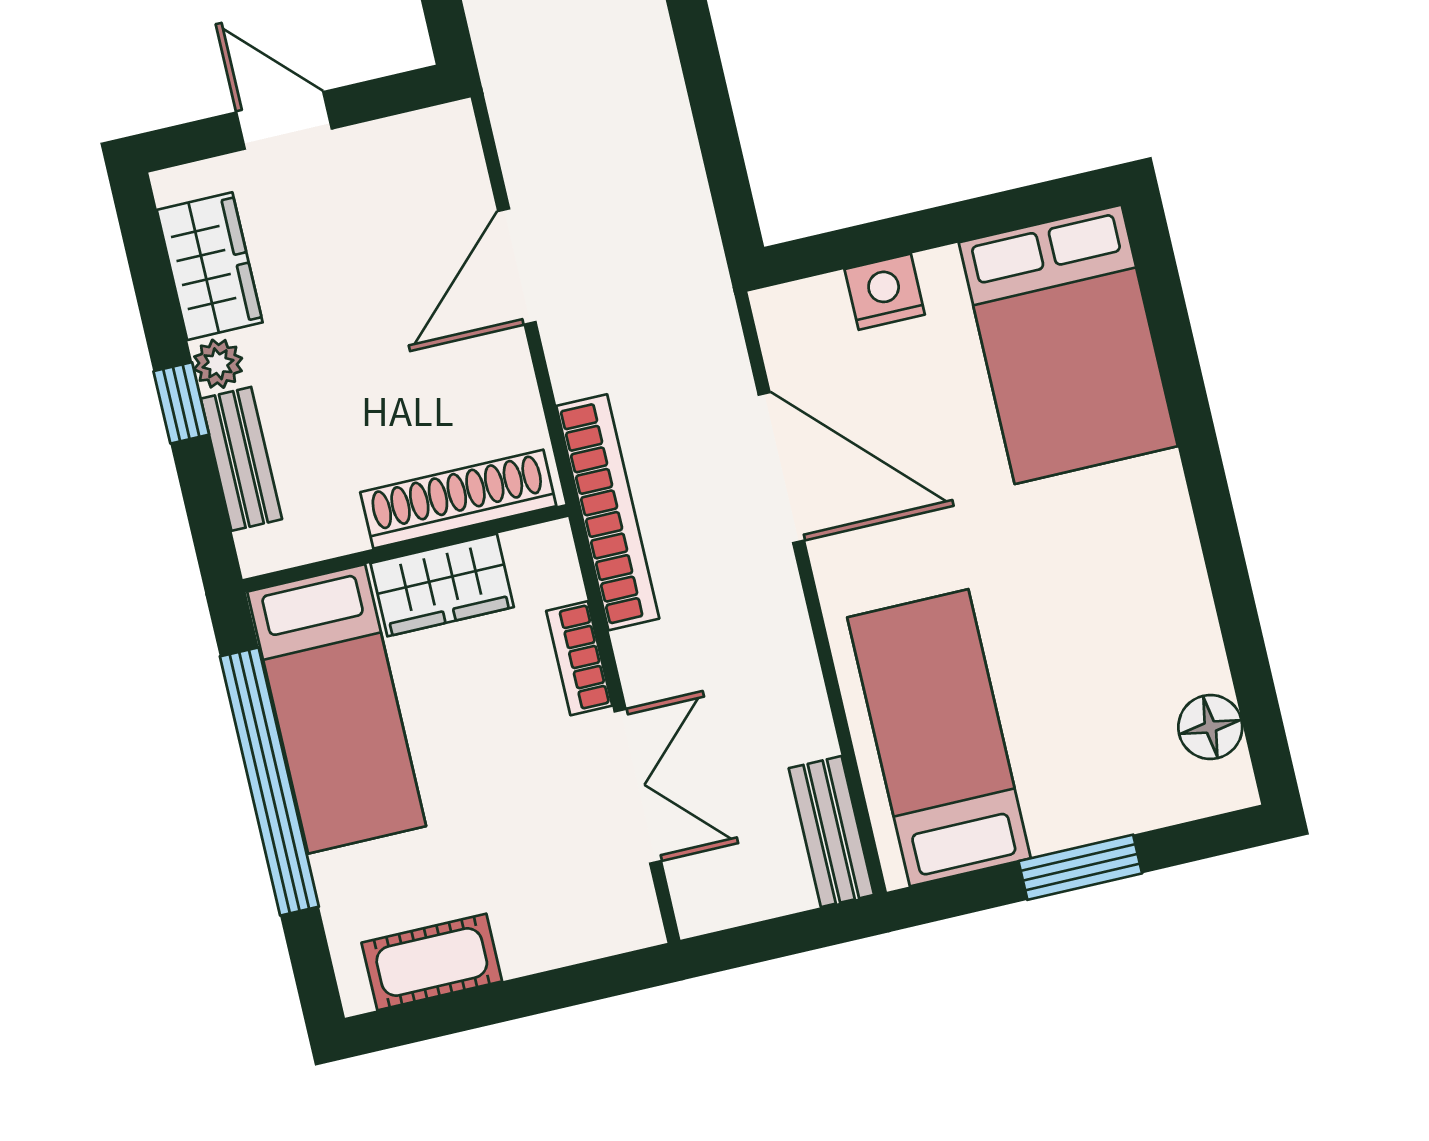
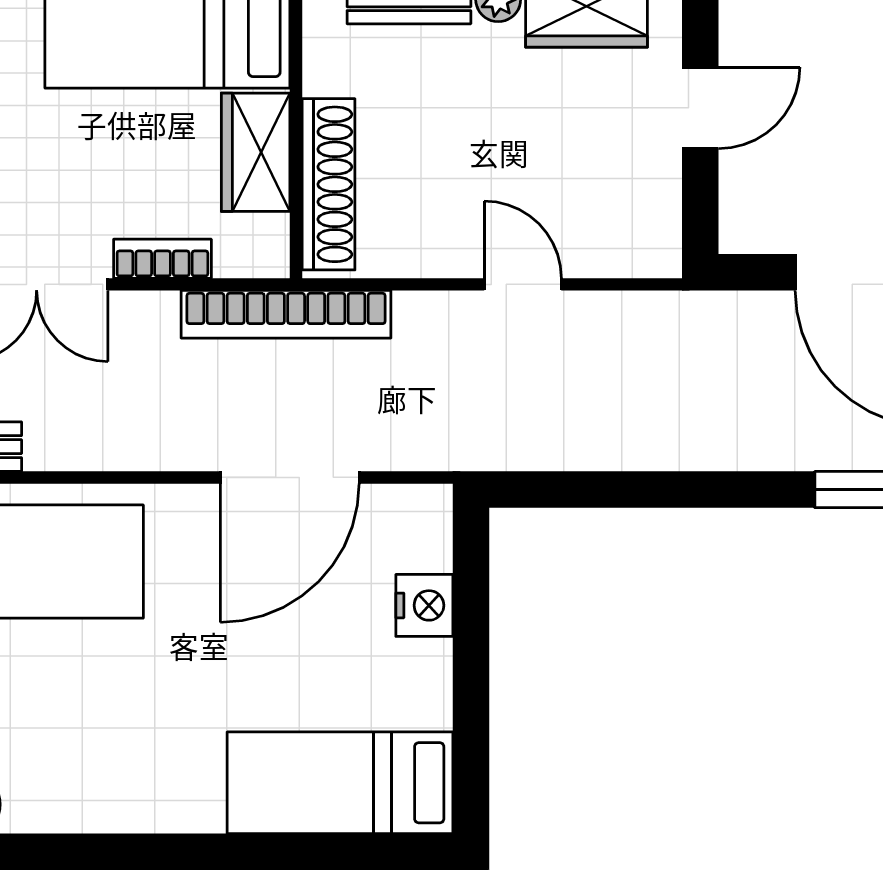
door: (517, 266) -> (523, 284), width x0.73
bed: (1068, 344) -> (340, 783), width x0.67

